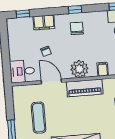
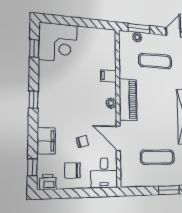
printer: (12, 27) -> (48, 182), added
chair: (77, 28) -> (72, 170), moved
plant: (79, 69) -> (111, 103), width x0.53, depth x0.53
door: (51, 81) -> (118, 138), hinge flipped

